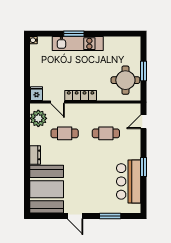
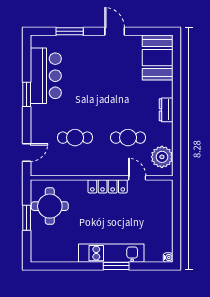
fridge: (36, 94) -> (164, 189), removed
booth: (47, 189) -> (158, 58), width x0.73, depth x0.70

